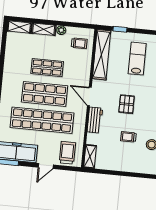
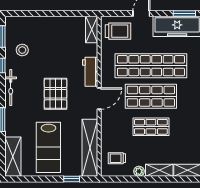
lab bench: (137, 59) -> (48, 147), width x1.36, depth x1.39
door: (89, 96) -> (99, 98), hinge flipped
pallet: (127, 104) -> (56, 94), width x1.50, depth x1.42
trolley: (128, 137) -> (50, 56), removed
trolley: (67, 153) -> (118, 31), turned -90

